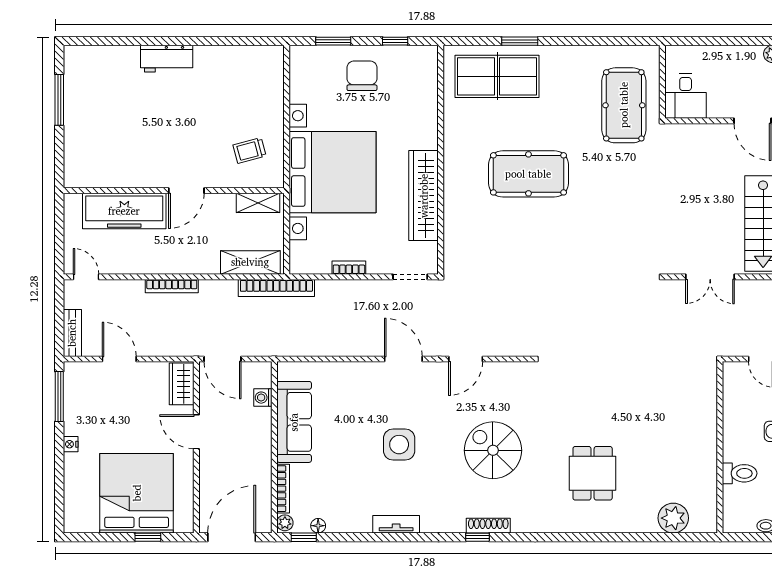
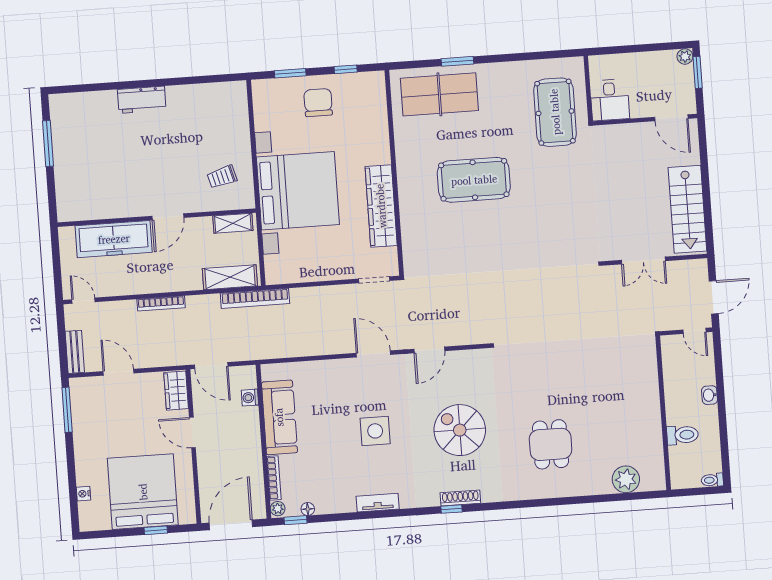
bookcase: (349, 268) -> (319, 276), removed
nightstand: (71, 444) -> (83, 494), moved

